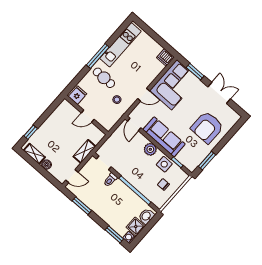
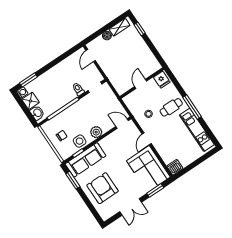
sofa: (164, 137) -> (85, 160), moved
shelving: (84, 151) -> (110, 73), removed
window: (82, 206) -> (62, 58), removed

